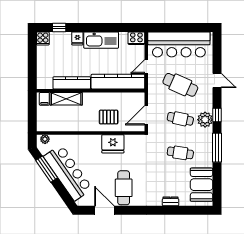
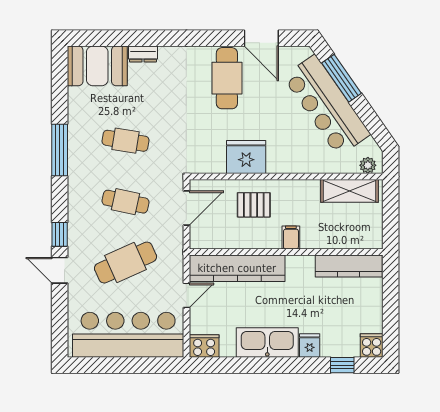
kitchen counter: (72, 83) -> (349, 266), moved
cafe table: (180, 85) -> (126, 263), turned -48
filing cabinet: (44, 99) -> (291, 237), moved
shelving: (66, 99) -> (349, 191), moved
window: (217, 115) -> (60, 234), moved
plant: (205, 120) -> (81, 200), removed
window: (47, 169) -> (341, 78), moved
booth: (202, 185) -> (97, 66), moved, turned 90

